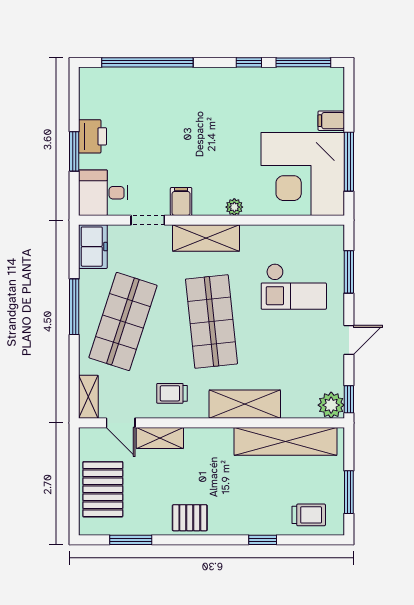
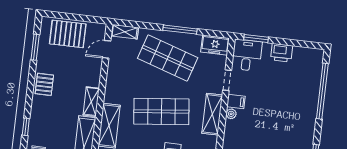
window: (74, 151) -> (256, 38), moved
plant: (234, 207) -> (231, 114), moved
trolley: (172, 393) -> (121, 83), removed
shelving: (160, 438) -> (91, 102), moved

